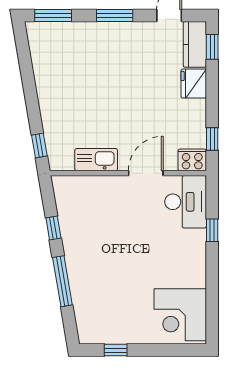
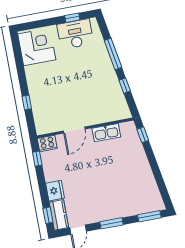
desk: (186, 202) -> (75, 34), moved, turned 90

